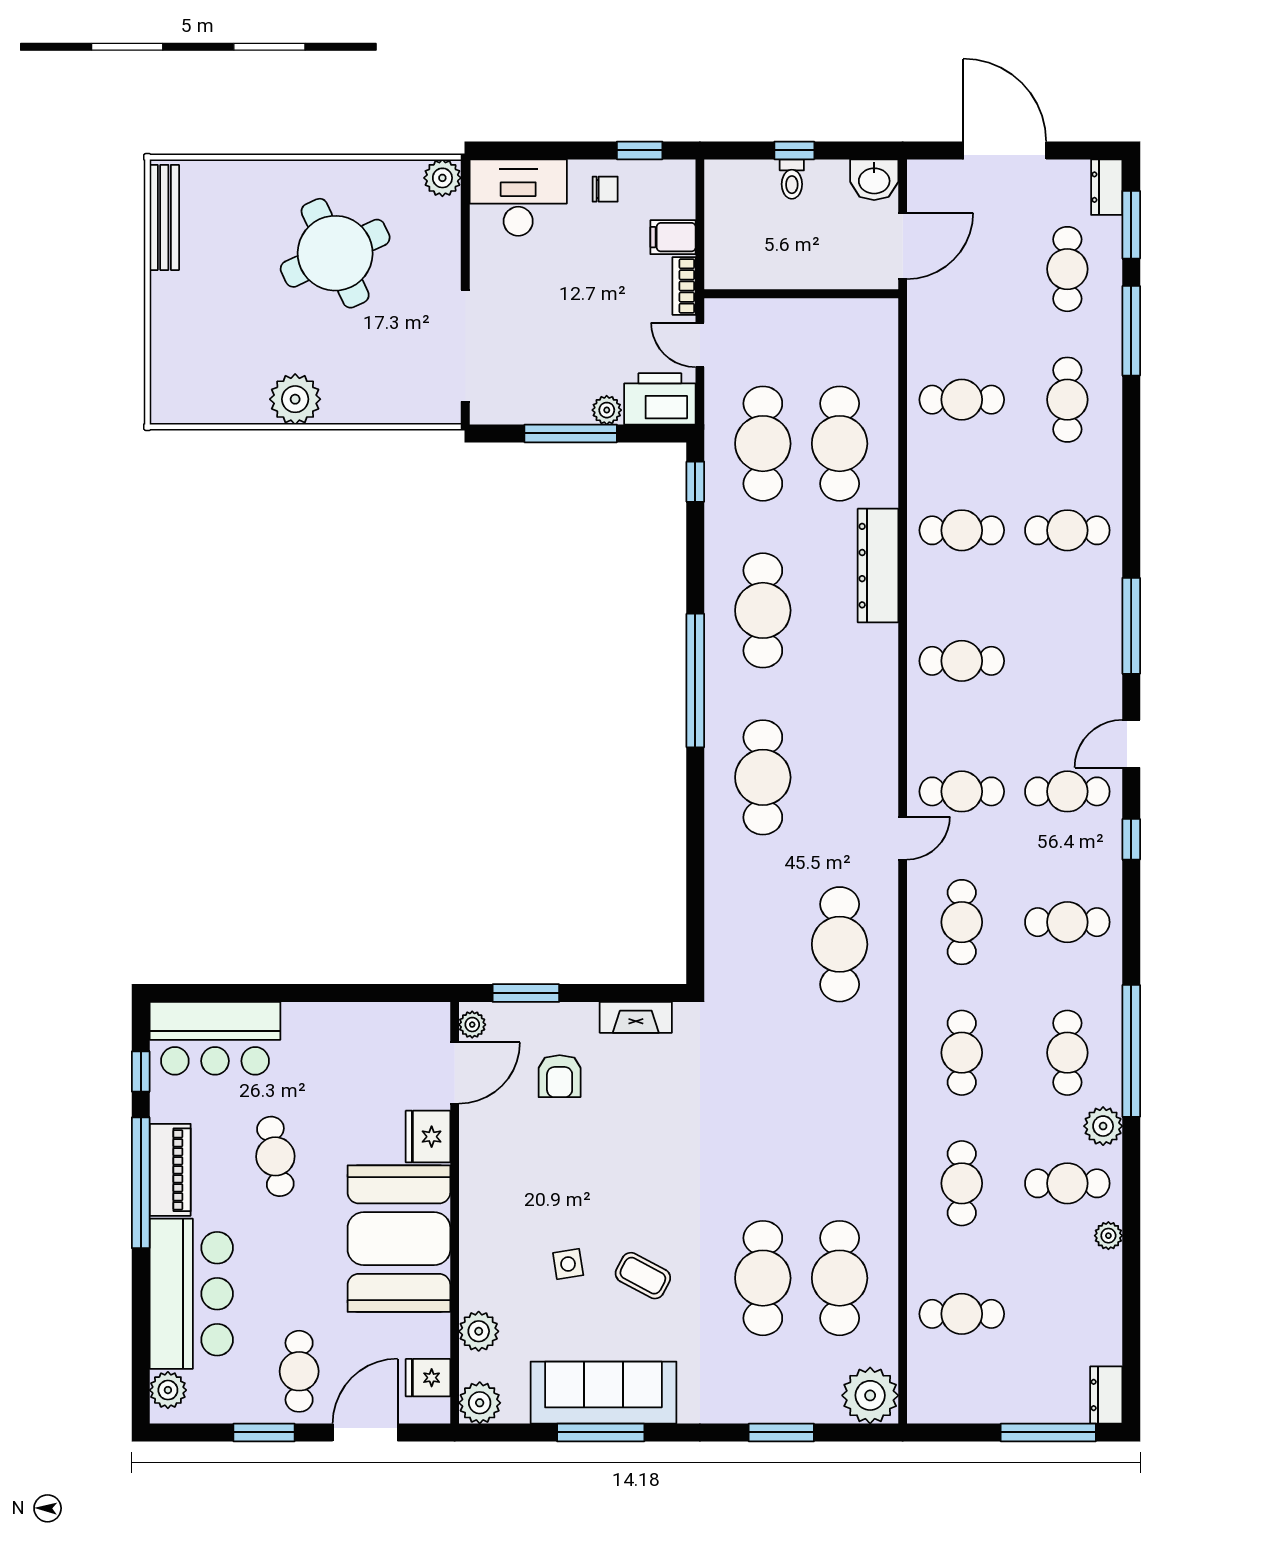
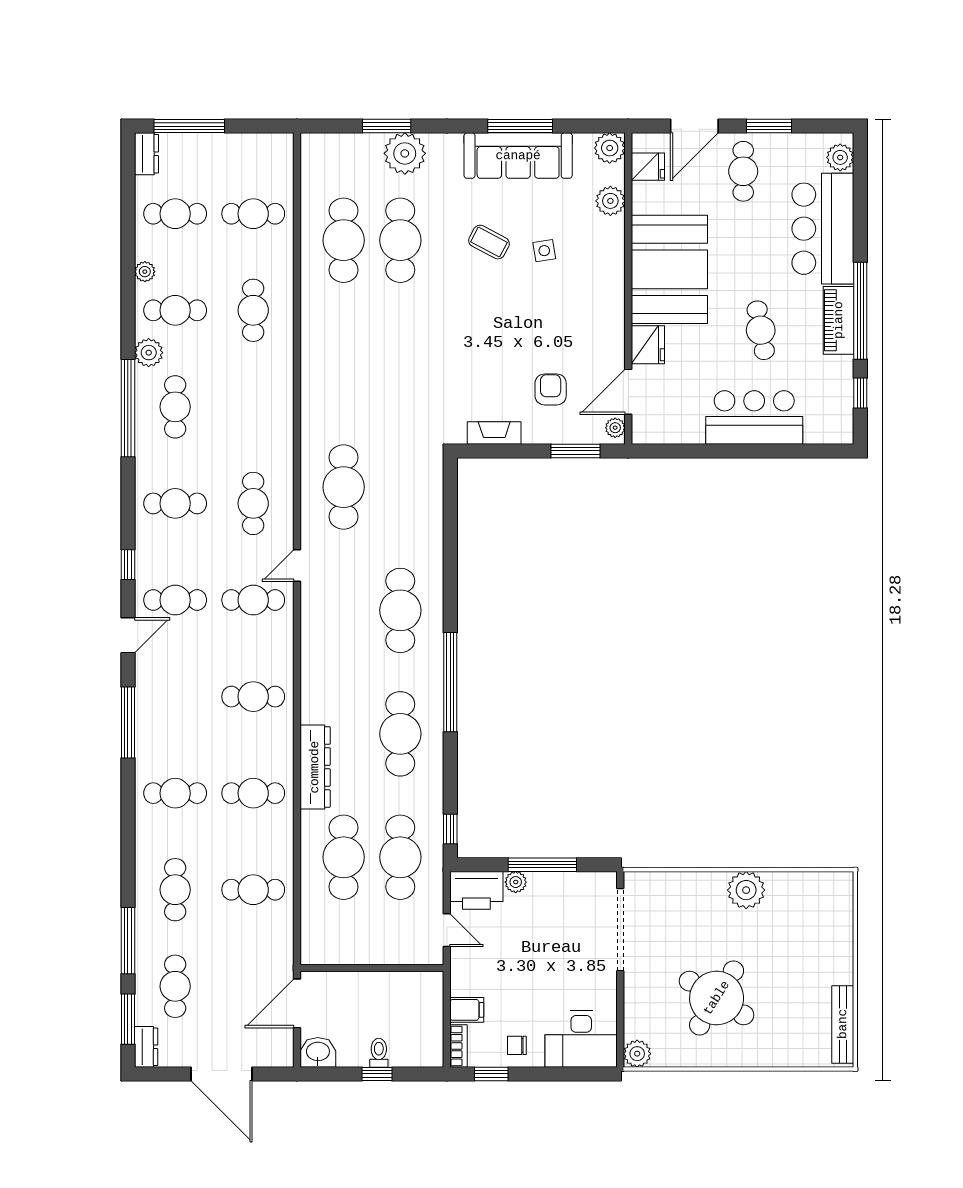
round table: (335, 253) -> (717, 998), turned -33
bookcase: (684, 286) -> (459, 1046), moved
bar counter: (215, 1038) -> (754, 417), moved
cafe table: (962, 1053) -> (175, 214), moved, turned 90
plant: (870, 1395) -> (405, 153), moved

